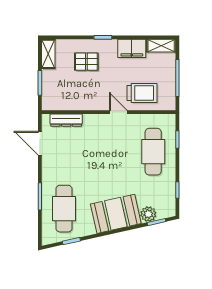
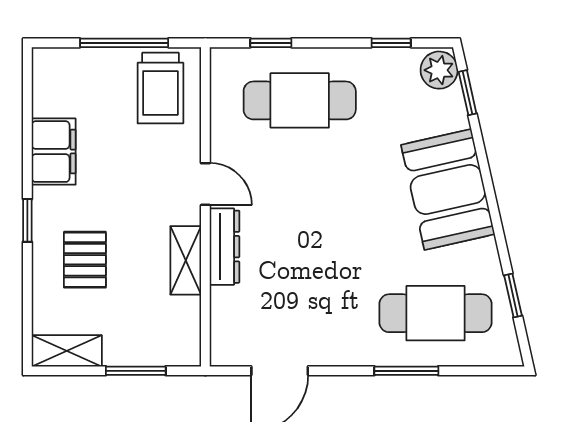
shelving: (161, 46) -> (186, 260), moved
trolley: (142, 93) -> (160, 88), moved, turned 180
door: (118, 112) -> (205, 184), swing flipped
dresser: (66, 120) -> (224, 247), moved
plant: (148, 214) -> (439, 70), moved

